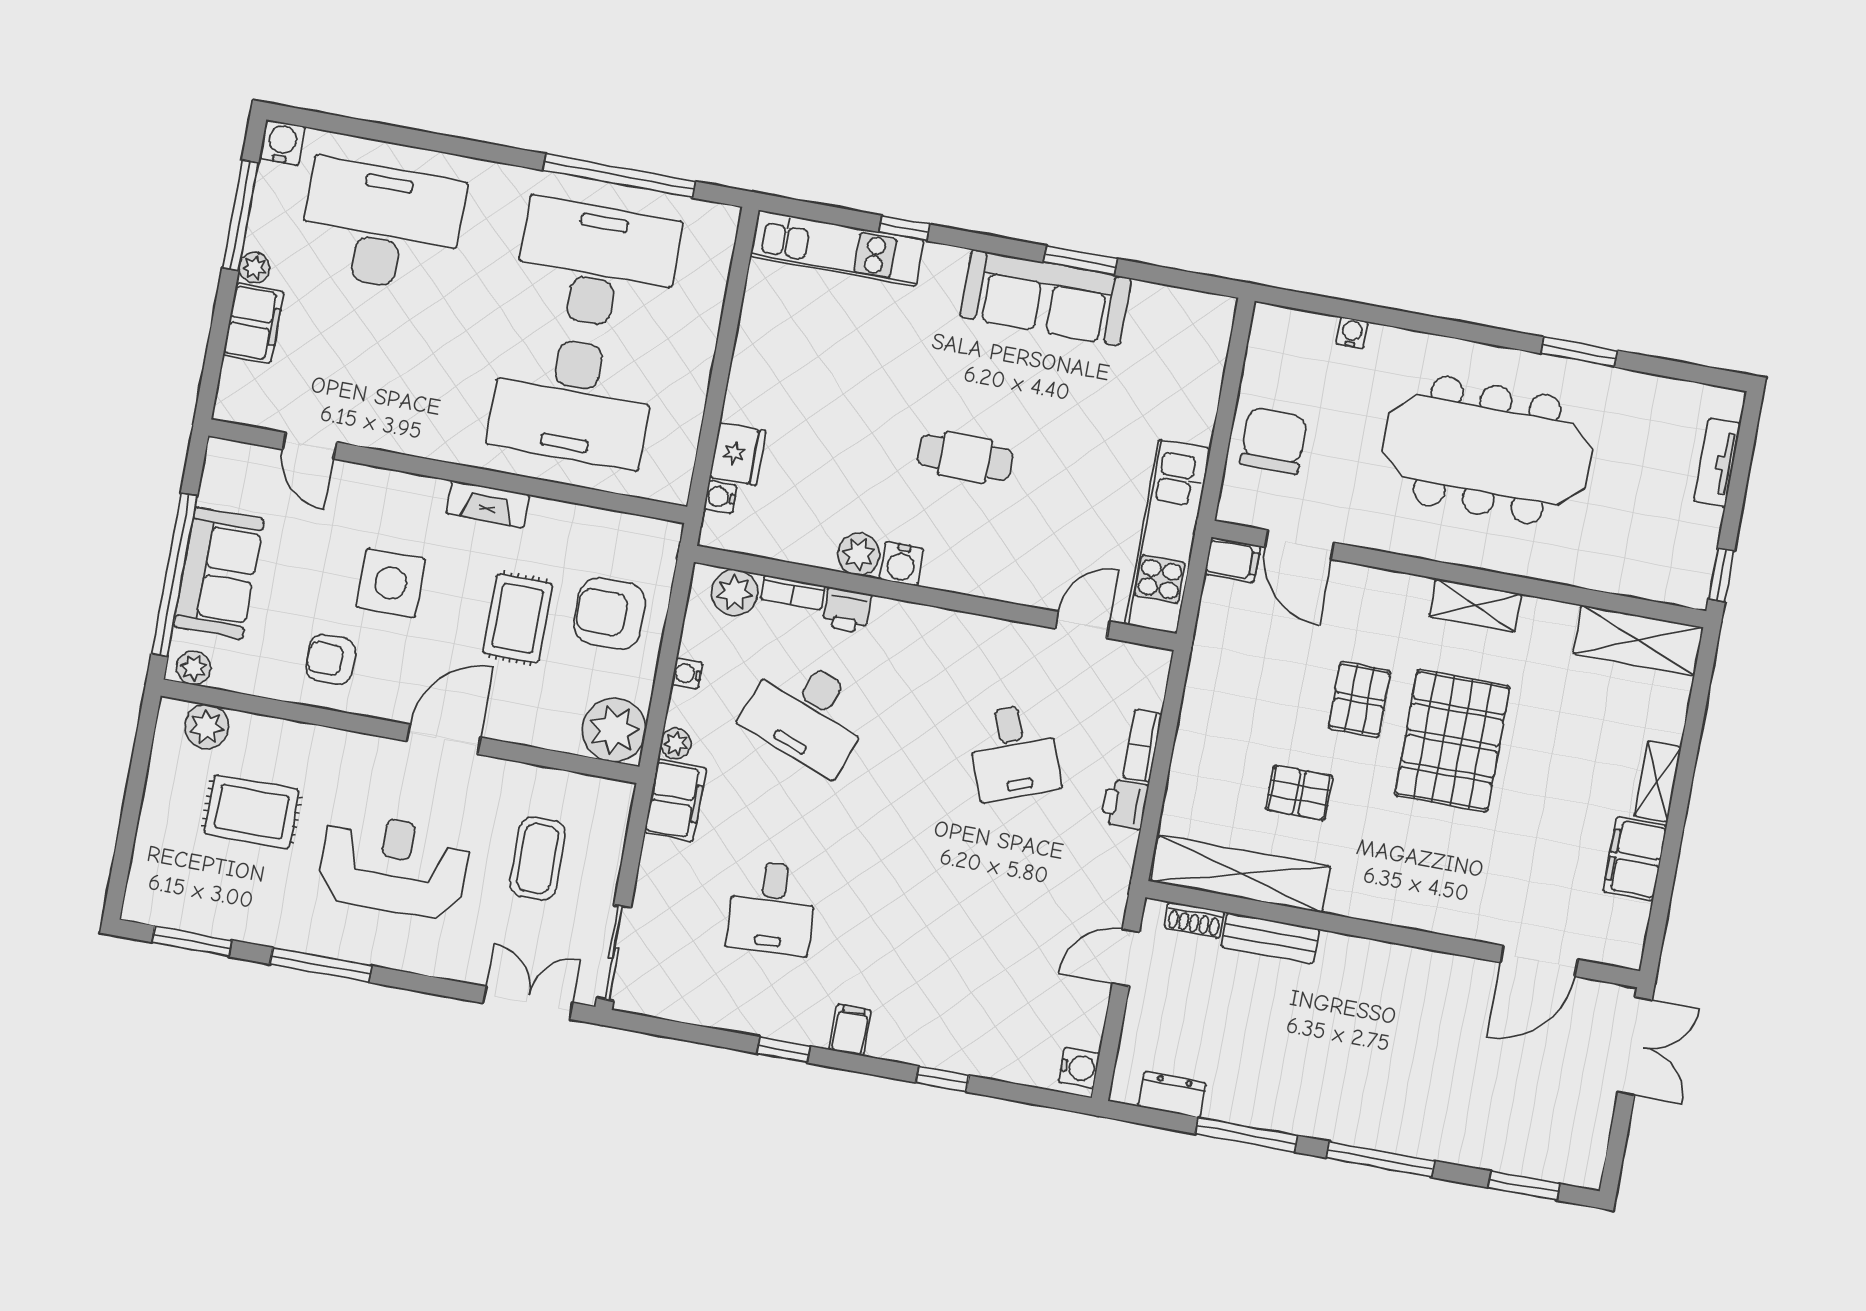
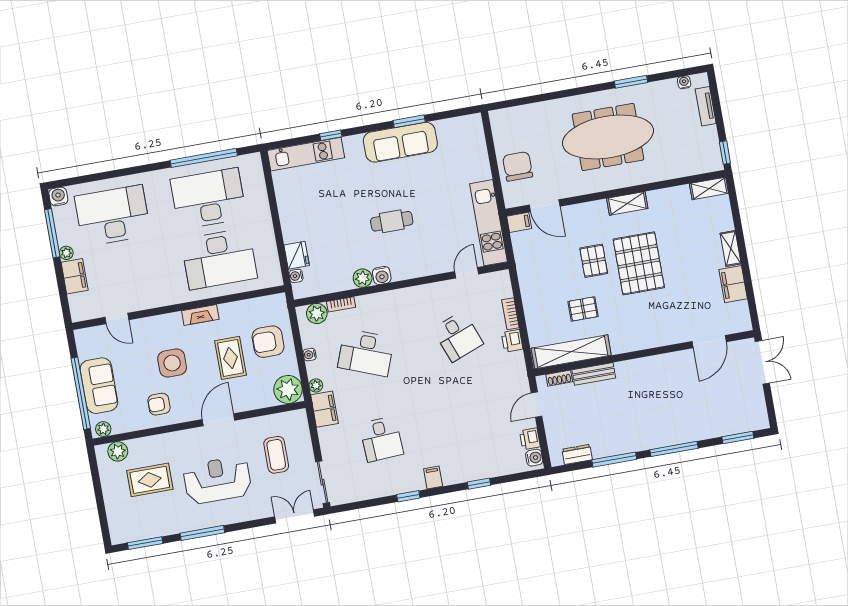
water cooler: (1352, 333) -> (684, 82), moved
printer: (847, 610) -> (530, 439), moved, turned 90
shelving: (1638, 640) -> (709, 188), width x0.67, depth x0.75

